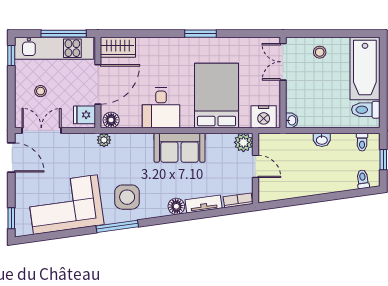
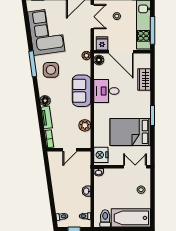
wardrobe: (118, 47) -> (144, 79), moved
bed: (217, 95) -> (130, 132), moved, turned 180
plant: (243, 142) -> (85, 125), moved
sofa: (180, 148) -> (82, 91), moved

